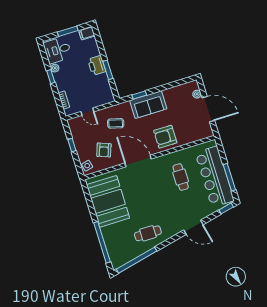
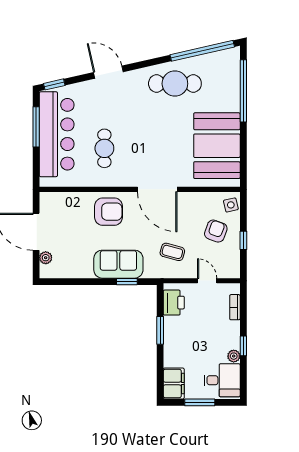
filing cabinet: (87, 33) -> (174, 383), width x2.00
printer: (97, 65) -> (174, 303), moved
armchair: (104, 150) -> (216, 231), moved
cafe table: (148, 233) -> (175, 84), width x1.37, depth x1.35

